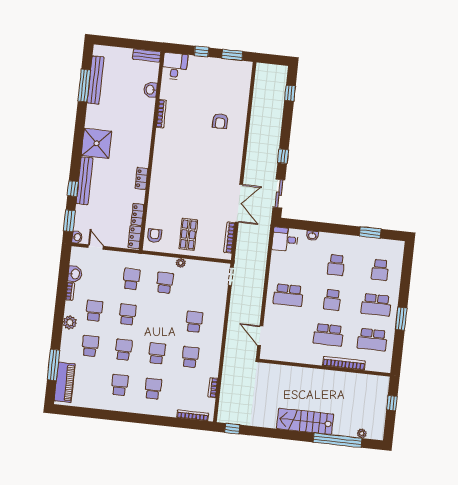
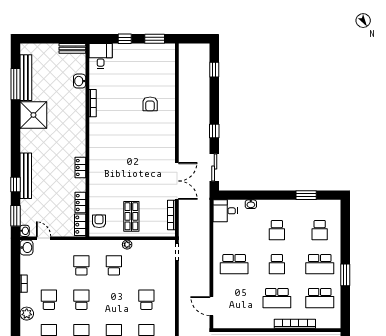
shower: (96, 143) -> (33, 115), moved
washbasin: (75, 274) -> (26, 248), moved

